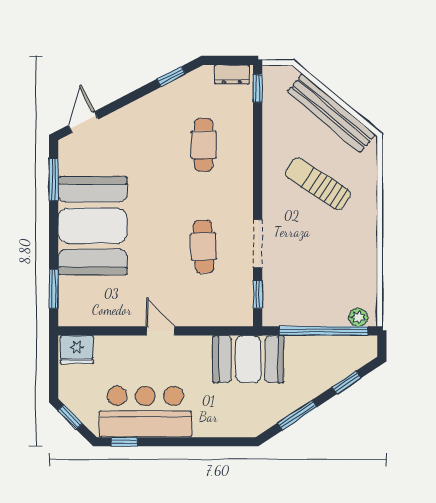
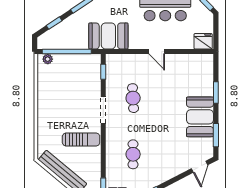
sun lounger: (318, 184) -> (81, 140), moved, turned -33
booth: (93, 226) -> (200, 117), width x0.73, depth x0.70
doorway: (258, 244) -> (103, 110), moved
window: (54, 289) -> (216, 92), moved

